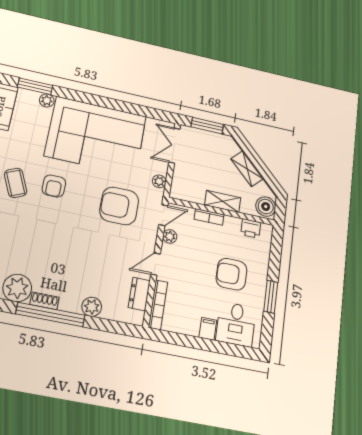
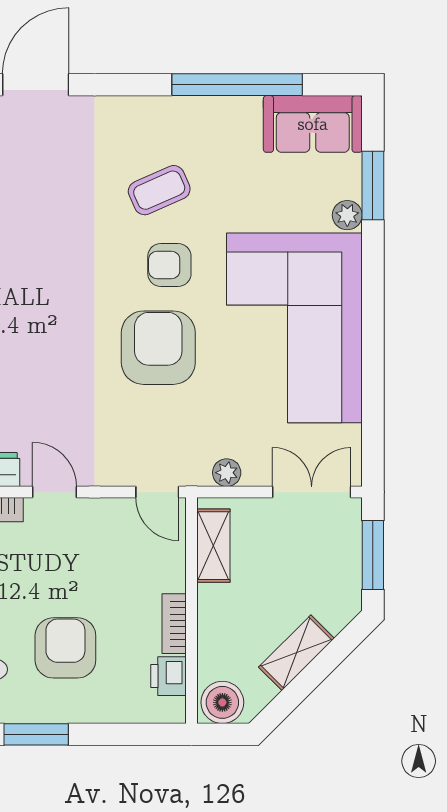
shelving: (223, 201) -> (213, 546), moved
armchair: (119, 206) -> (158, 348), moved
bookcase: (209, 217) -> (174, 624), moved
plant: (170, 236) -> (116, 512), removed

